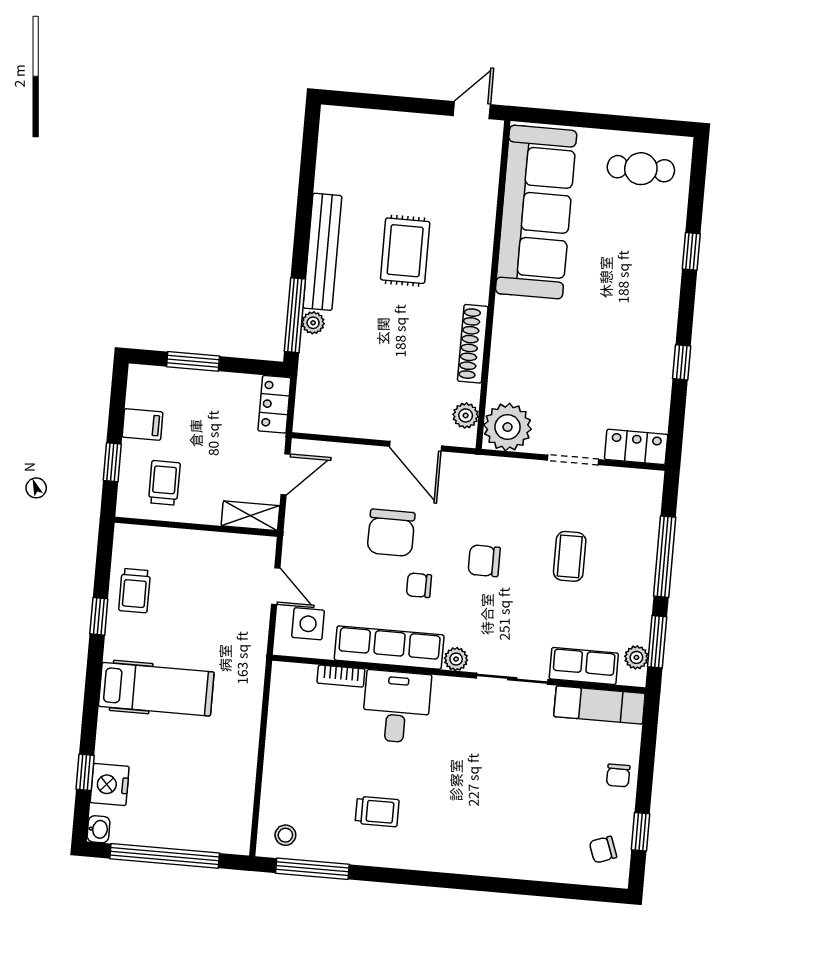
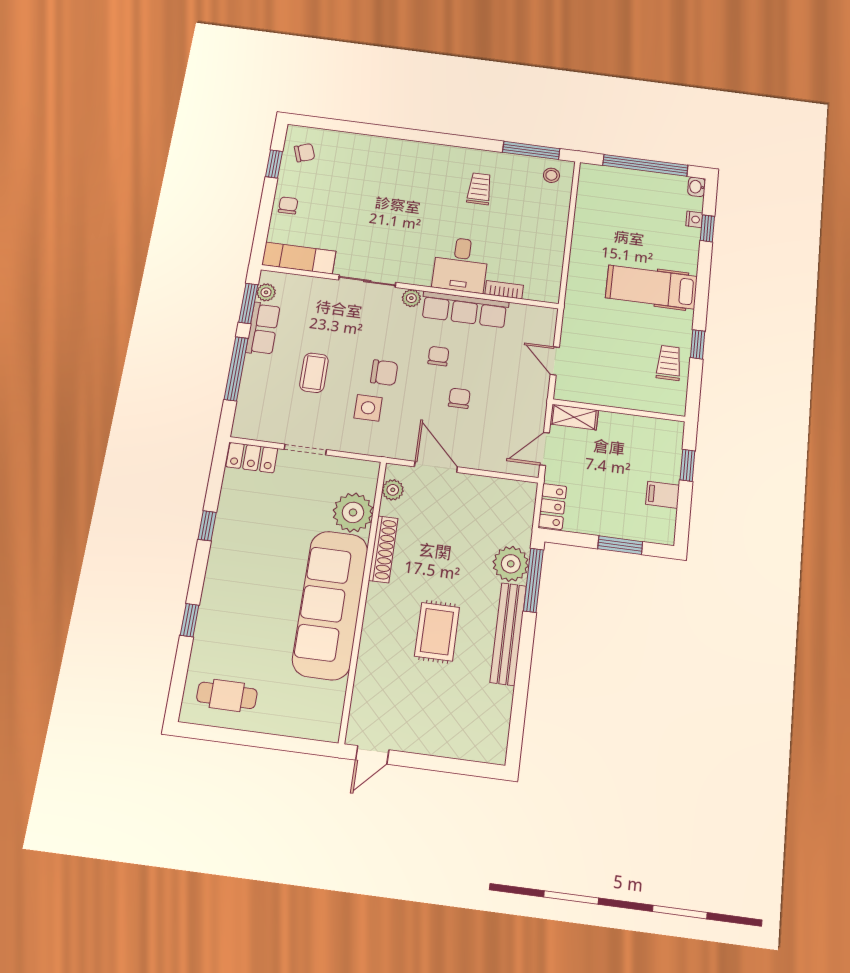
sofa: (536, 212) -> (330, 605), moved
plant: (313, 323) -> (511, 564), width x1.87, depth x1.87
plant: (508, 427) -> (353, 512), moved
trolley: (164, 483) -> (645, 447), removed
chair: (391, 533) -> (459, 398), width x0.54, depth x0.54
chair: (419, 585) -> (438, 356), turned -90
side table: (308, 624) -> (368, 408), moved
row of seats: (584, 666) -> (263, 329), moved, turned -90
nightstand: (110, 784) -> (694, 219), width x0.53, depth x0.56
trolley: (377, 811) -> (479, 189), turned 90

